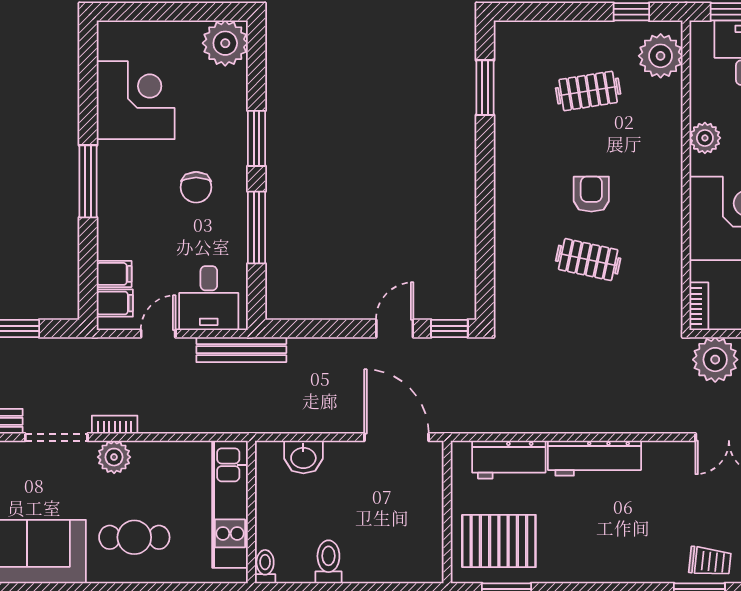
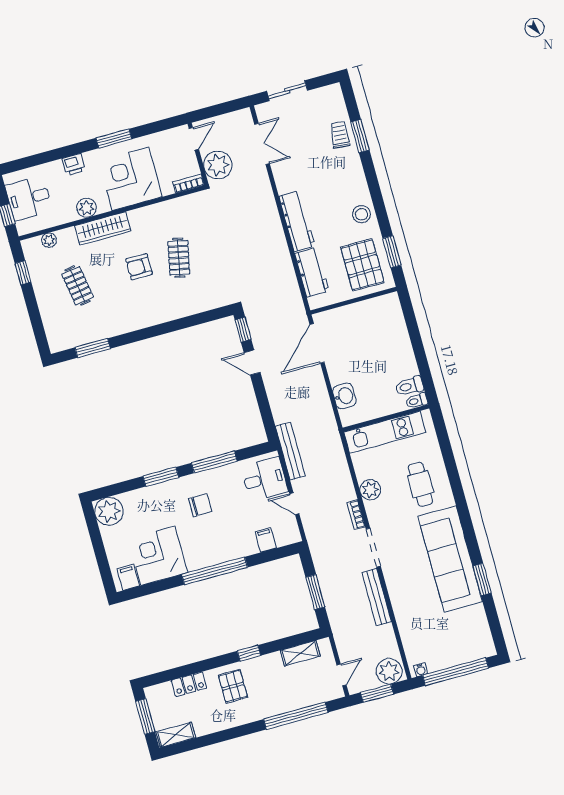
plant: (661, 56) -> (49, 240), width x0.53, depth x0.53
wardrobe: (666, 154) -> (103, 228), added
window: (88, 181) -> (215, 571), width x1.46
filing cabinet: (115, 303) -> (128, 577), moved
plant: (114, 457) -> (370, 490), moved
stool: (578, 561) -> (362, 214), added
toilet: (328, 562) -> (409, 386), moved

